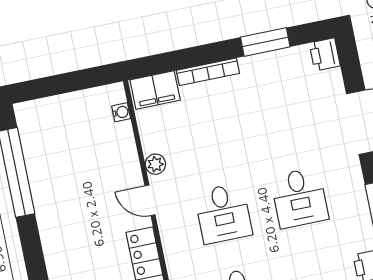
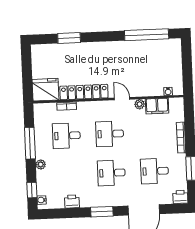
filing cabinet: (155, 90) -> (157, 106), moved, turned -90
desk: (282, 113) -> (155, 171), added
door: (150, 200) -> (122, 99), hinge flipped

